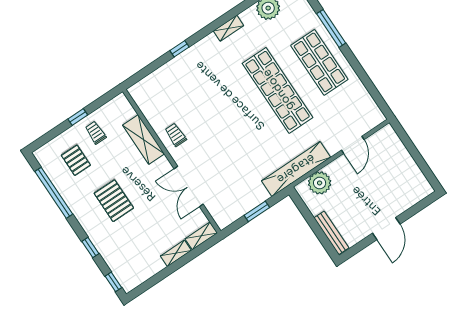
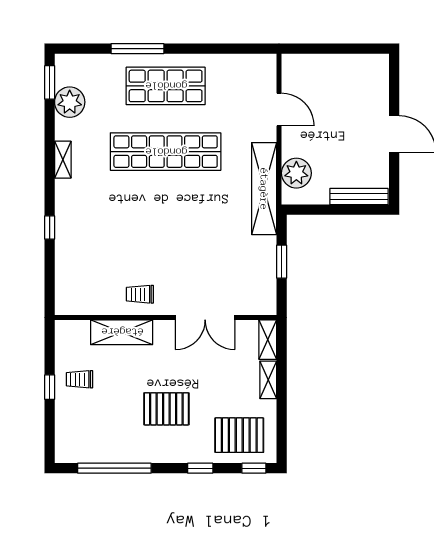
pallet: (76, 160) -> (239, 435), moved, width x1.50, depth x1.42

